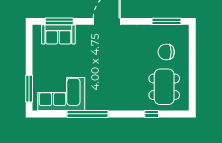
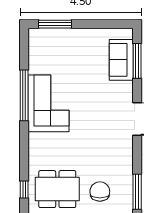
corner sofa: (61, 94) -> (48, 103), moved
window: (152, 114) -> (24, 189), moved

